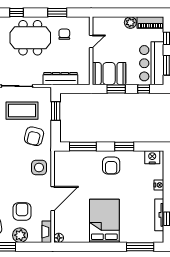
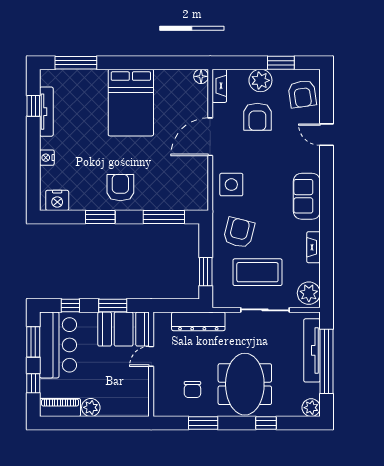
meeting table: (30, 38) -> (245, 384), turned 90
door: (91, 42) -> (151, 356), moved

